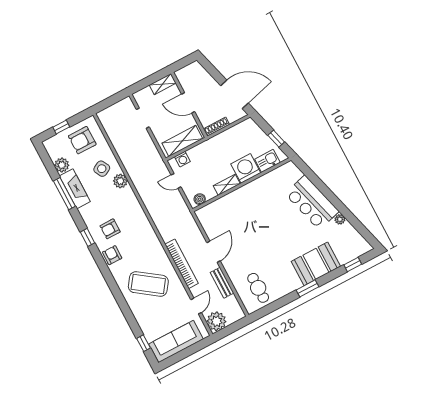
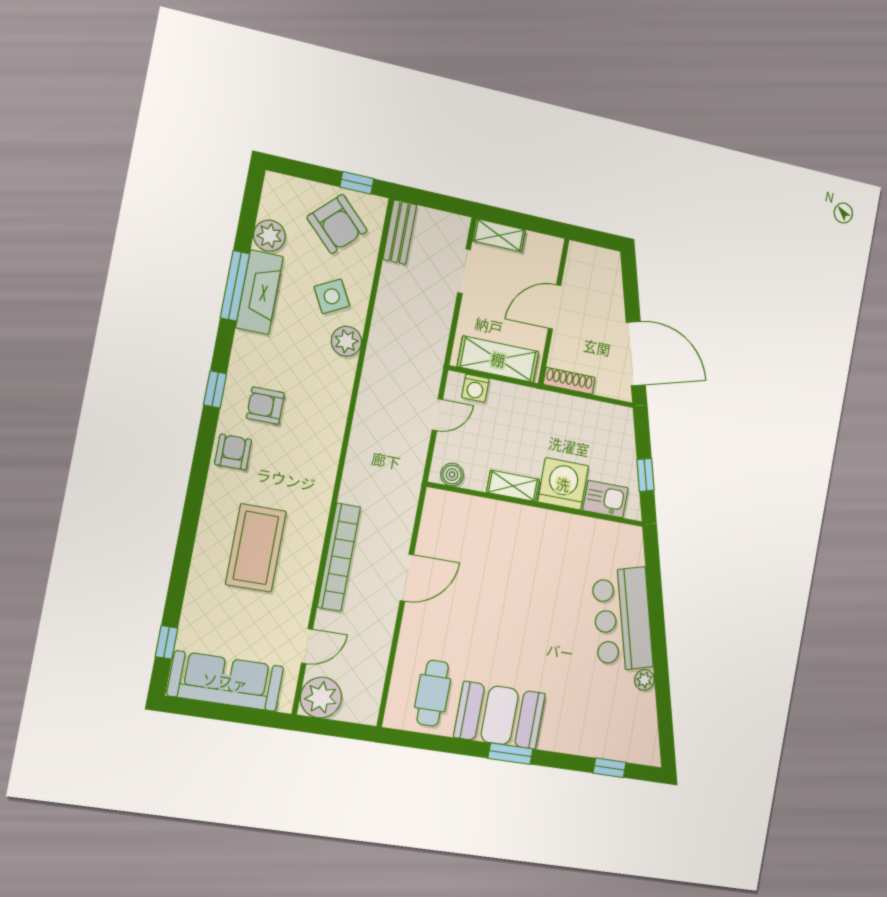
shelving: (163, 84) -> (499, 235), moved
door: (188, 103) -> (555, 307), hinge flipped
window: (61, 127) -> (357, 183), moved
armchair: (82, 140) -> (337, 224), turned -135
door: (176, 181) -> (437, 415), swing flipped
booth: (316, 264) -> (500, 715), moved
bench: (222, 283) -> (400, 232), moved
coffee table: (148, 284) -> (256, 548), turned 54

